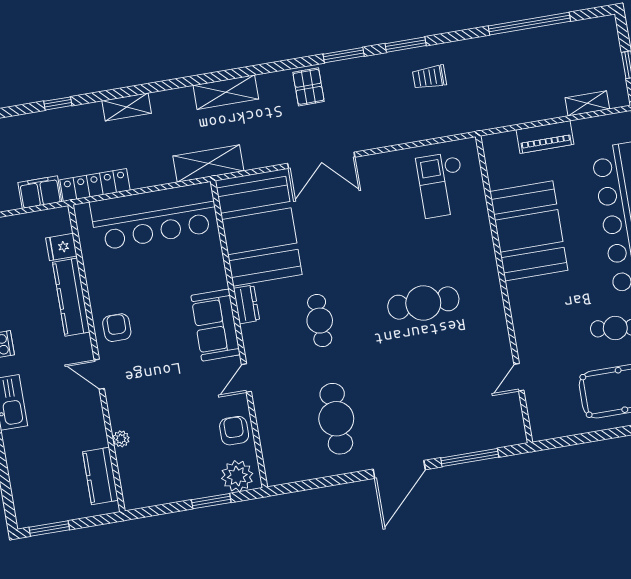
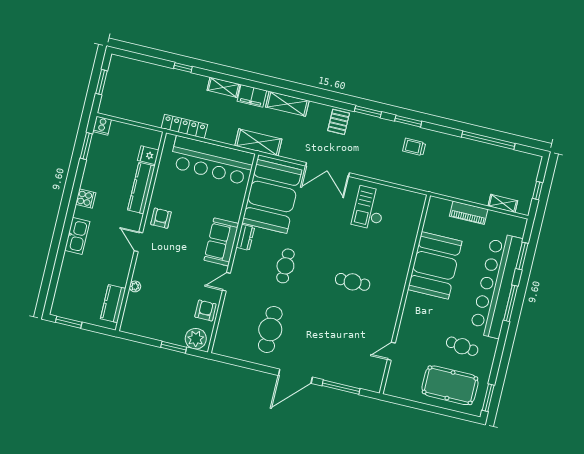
checkout: (442, 185) -> (369, 208), moved
filing cabinet: (40, 192) -> (252, 96), moved, turned 180
cafe table: (423, 303) -> (353, 282), width x0.73, depth x0.74

